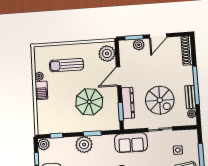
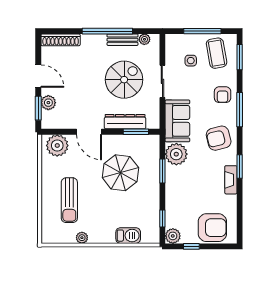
barbecue: (41, 90) -> (128, 236), moved
plant: (84, 145) -> (176, 154), moved

